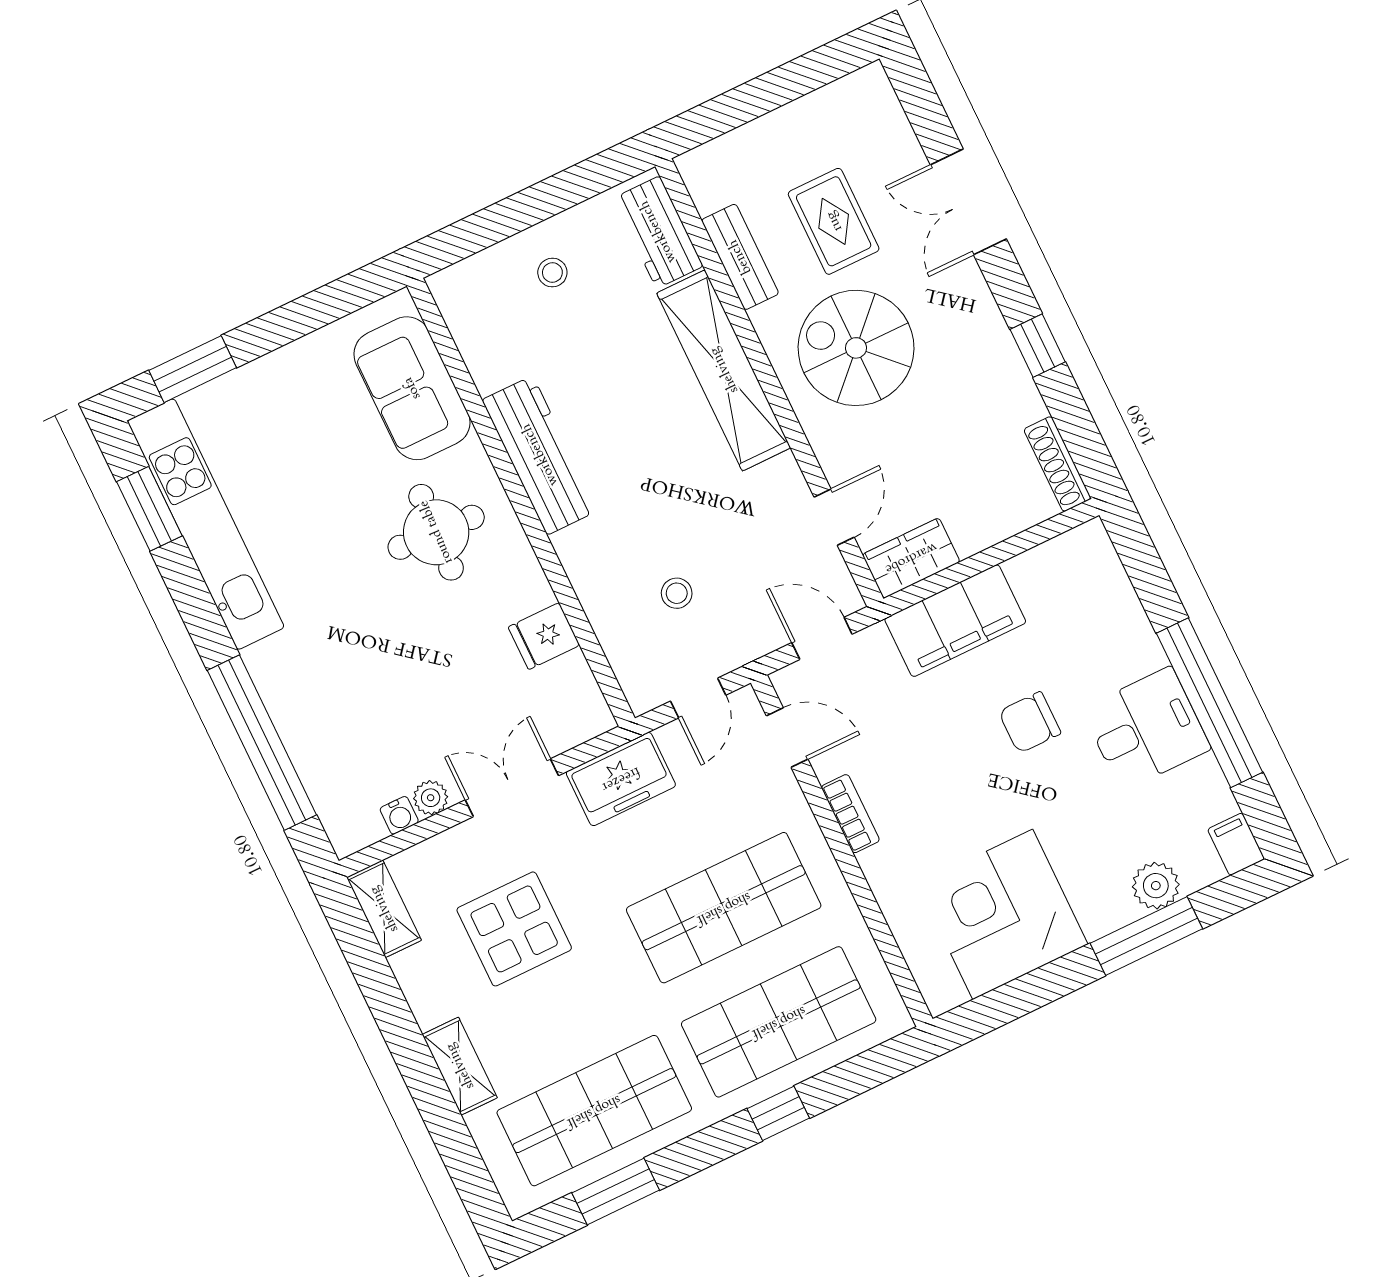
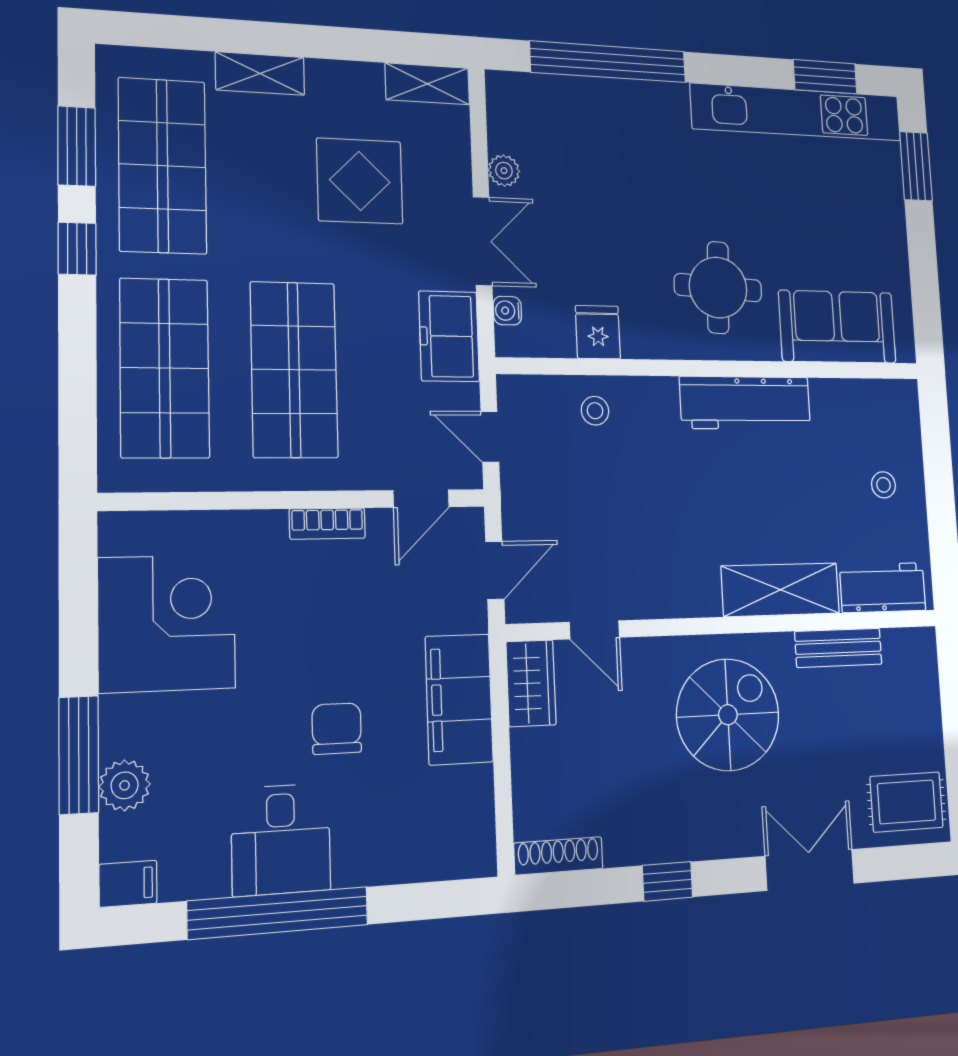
rug: (834, 221) -> (907, 802), moved
shelving: (724, 370) -> (781, 590), width x0.68
stool: (677, 593) -> (595, 411), moved
water cooler: (399, 815) -> (507, 311), moved
window: (778, 1113) -> (77, 249), moved

